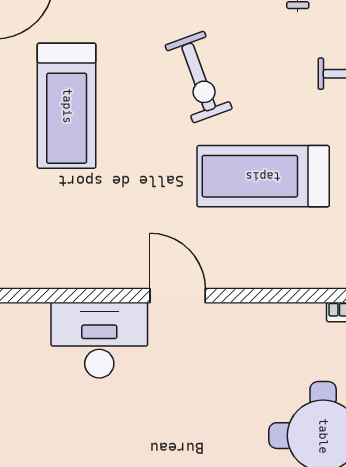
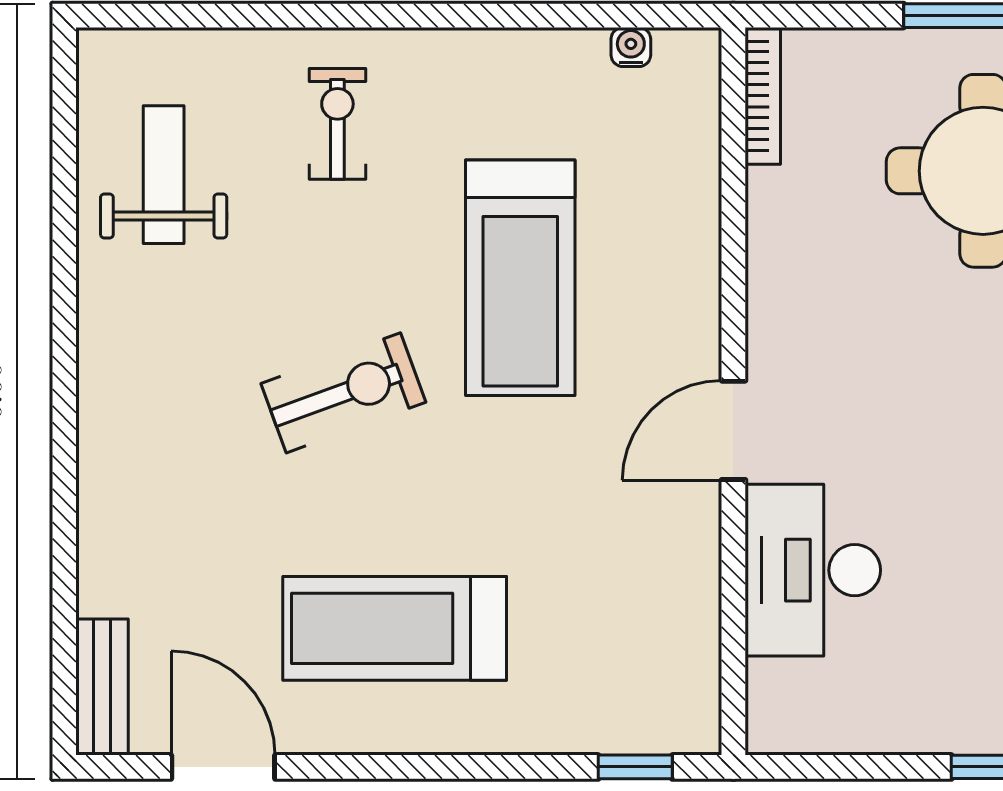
treadmill: (67, 106) -> (395, 628), turned 180

